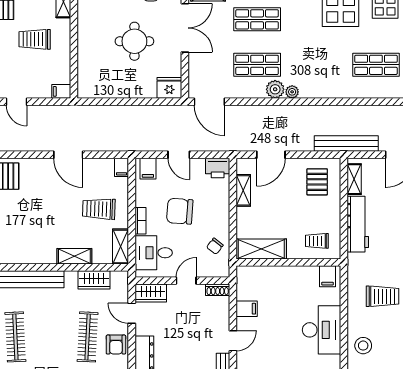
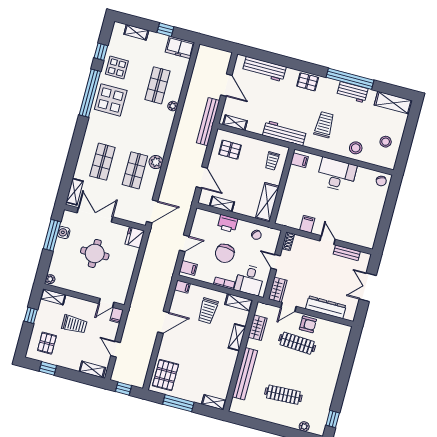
trolley: (35, 39) -> (74, 324), turned -90
door: (74, 74) -> (106, 303), added
plant: (292, 92) -> (173, 106), moved
door: (17, 102) -> (116, 349), swing flipped
printer: (218, 168) -> (228, 224), moved, turned 90
workbench: (358, 224) -> (285, 133), moved

